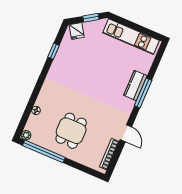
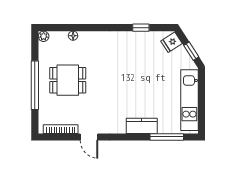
window: (143, 93) -> (167, 137), moved
door: (126, 133) -> (89, 137), hinge flipped
window: (44, 151) -> (35, 85), moved

